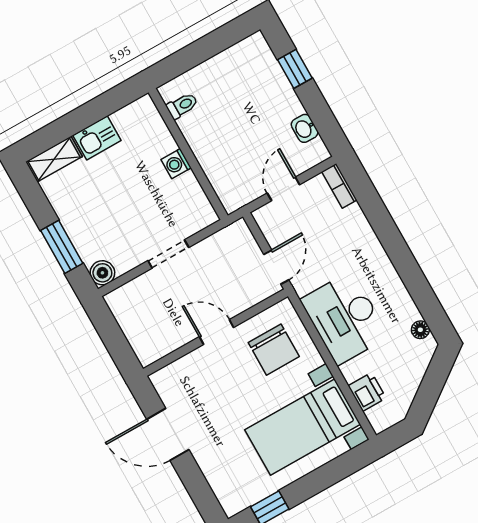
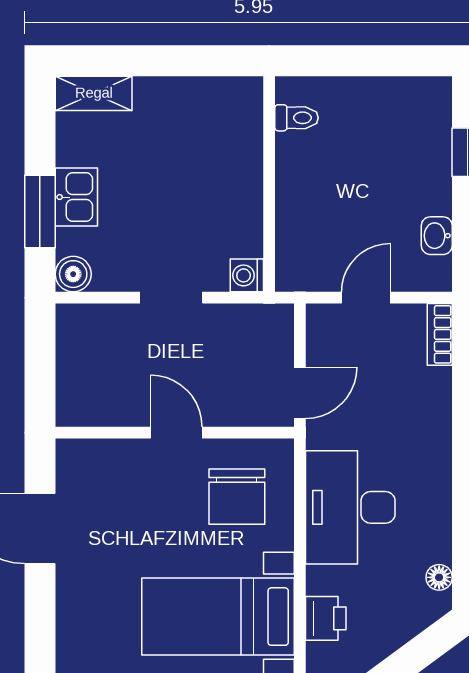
kitchen sink: (97, 138) -> (76, 197), moved, turned -90
washing machine: (176, 164) -> (247, 275), moved

